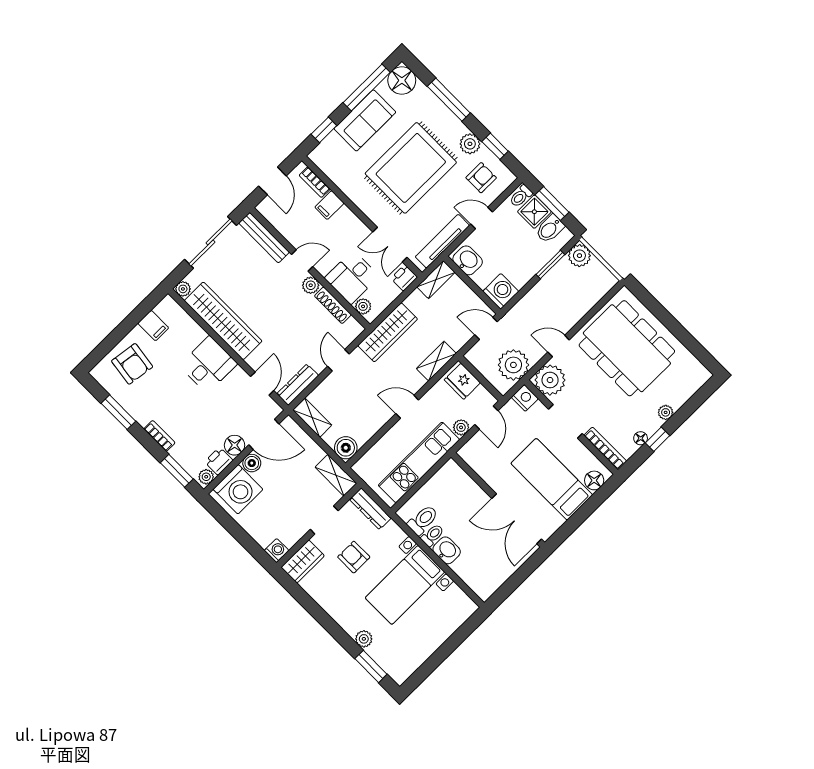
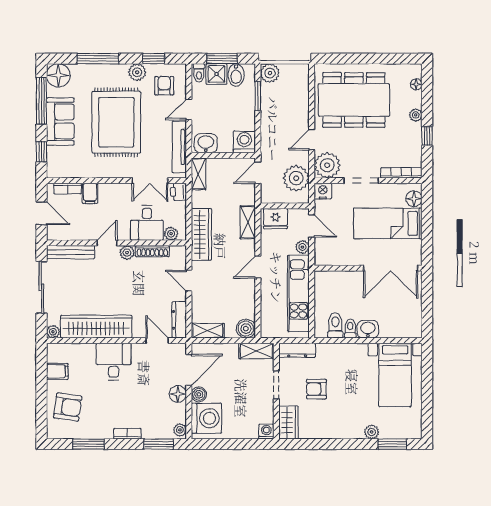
floor lamp: (641, 438) -> (416, 84), moved
printer: (219, 461) -> (178, 413), removed
bed with nightstands: (405, 585) -> (395, 375), moved

